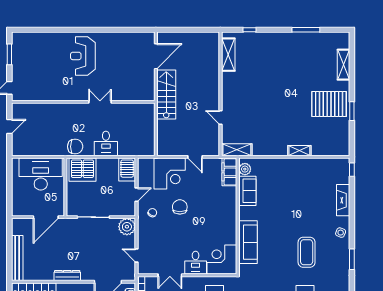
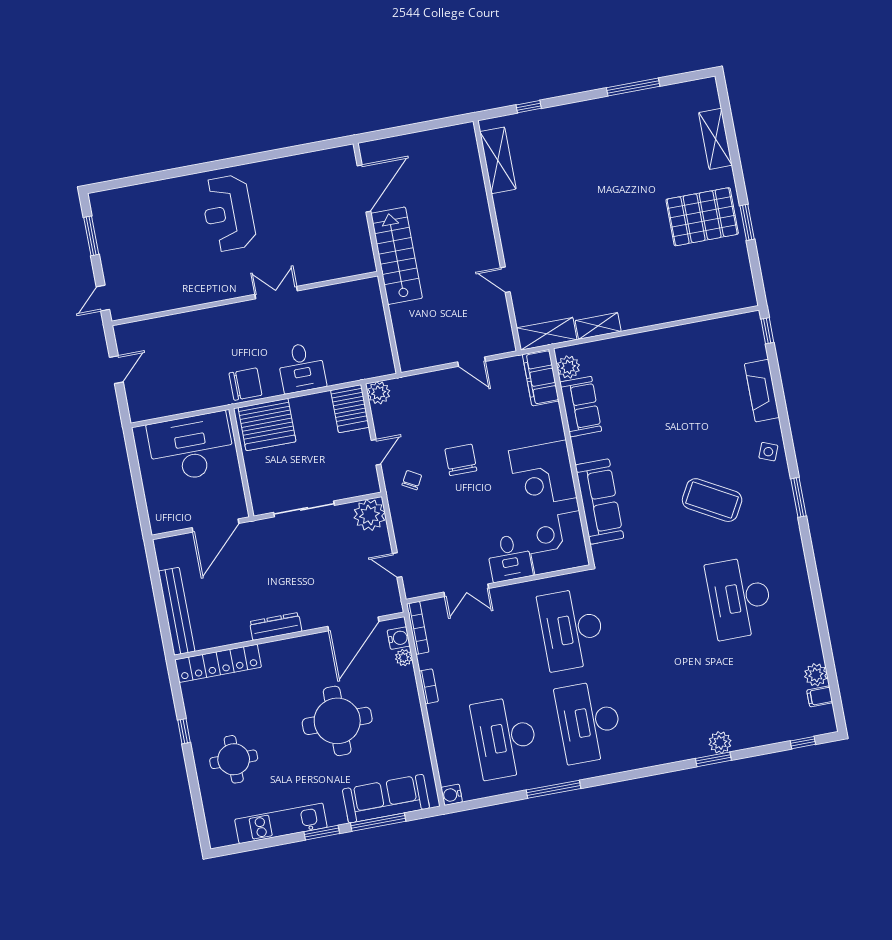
shelving: (299, 151) -> (598, 326), moved
plant: (144, 164) -> (379, 393), added
corner desk: (170, 173) -> (543, 474), moved, turned 90
coffee table: (307, 252) -> (712, 500), turned -61

